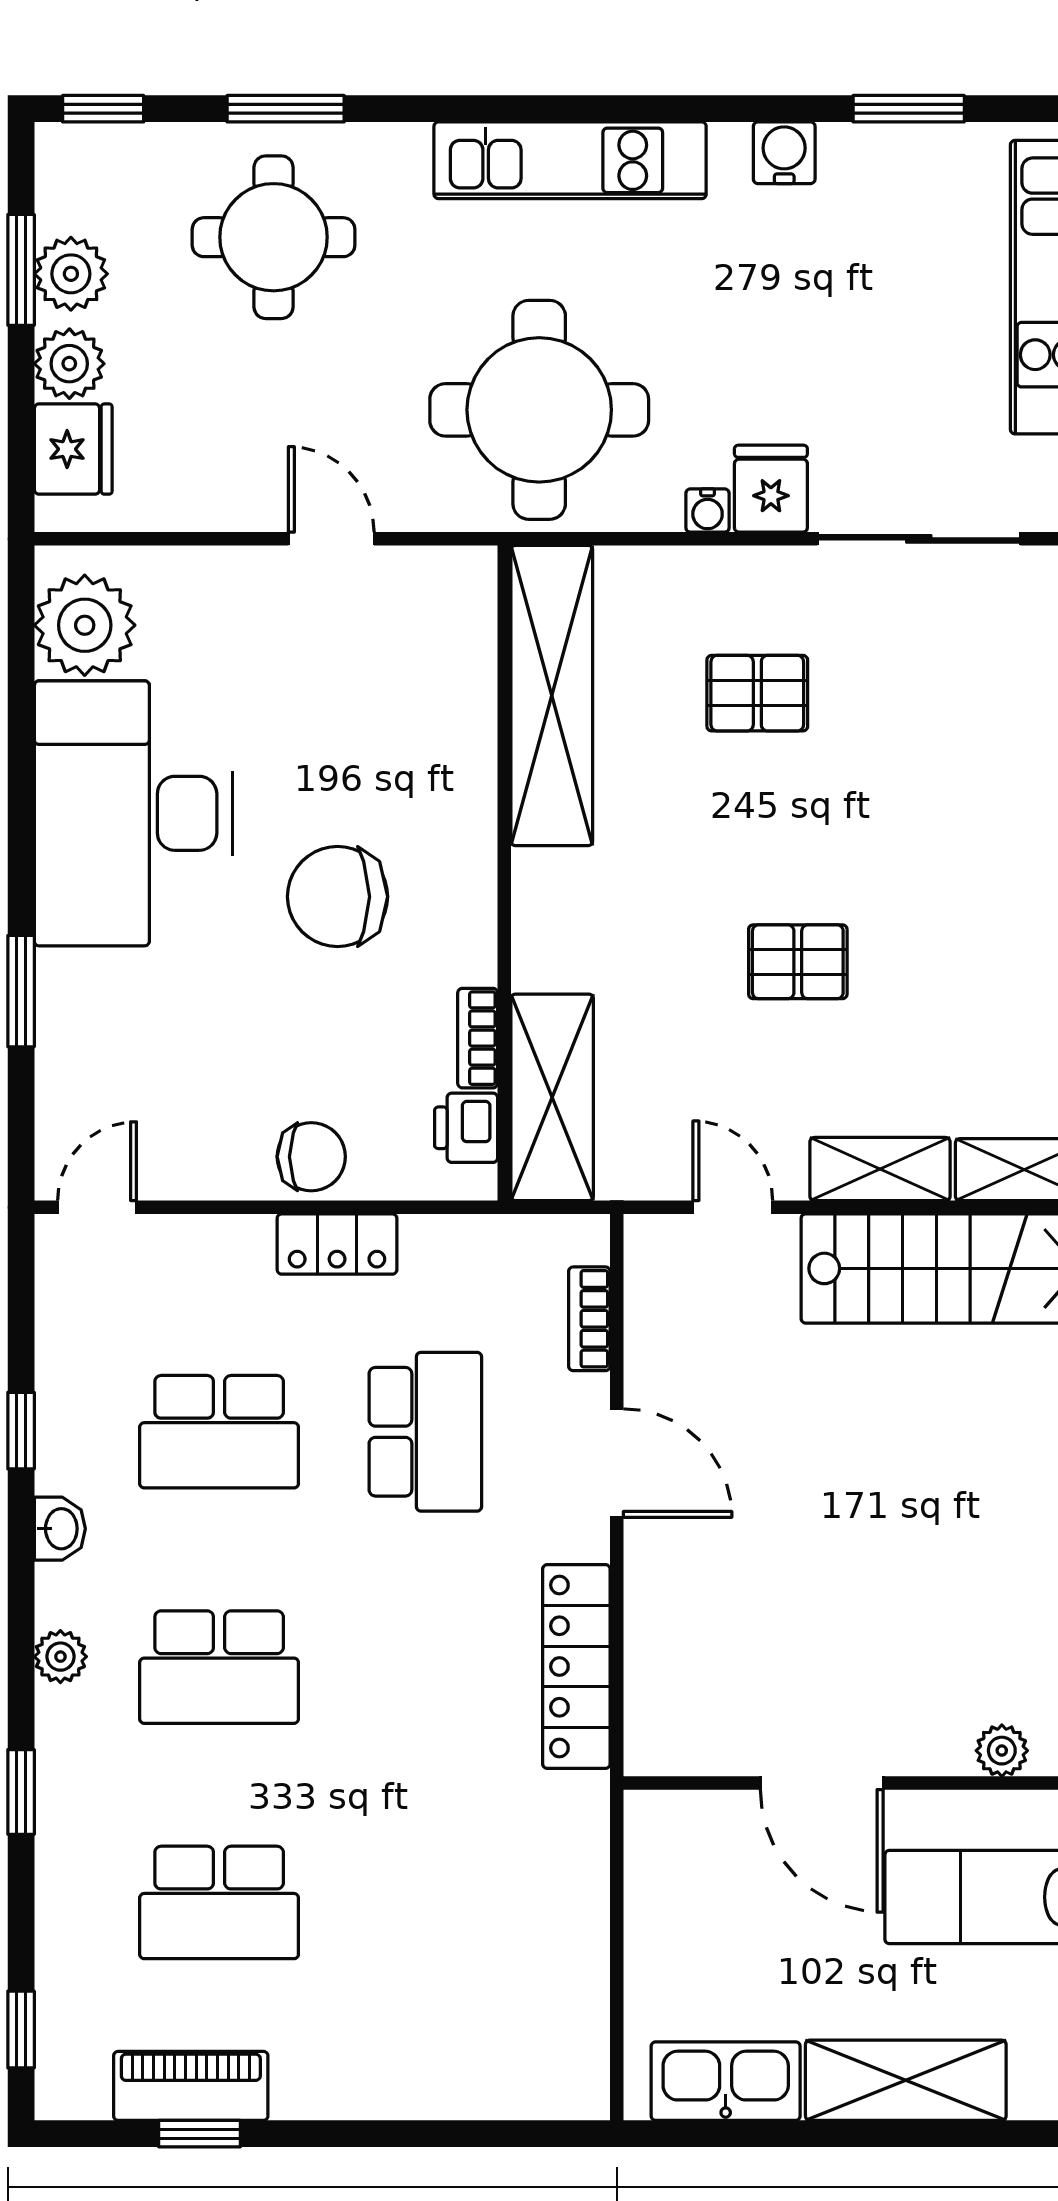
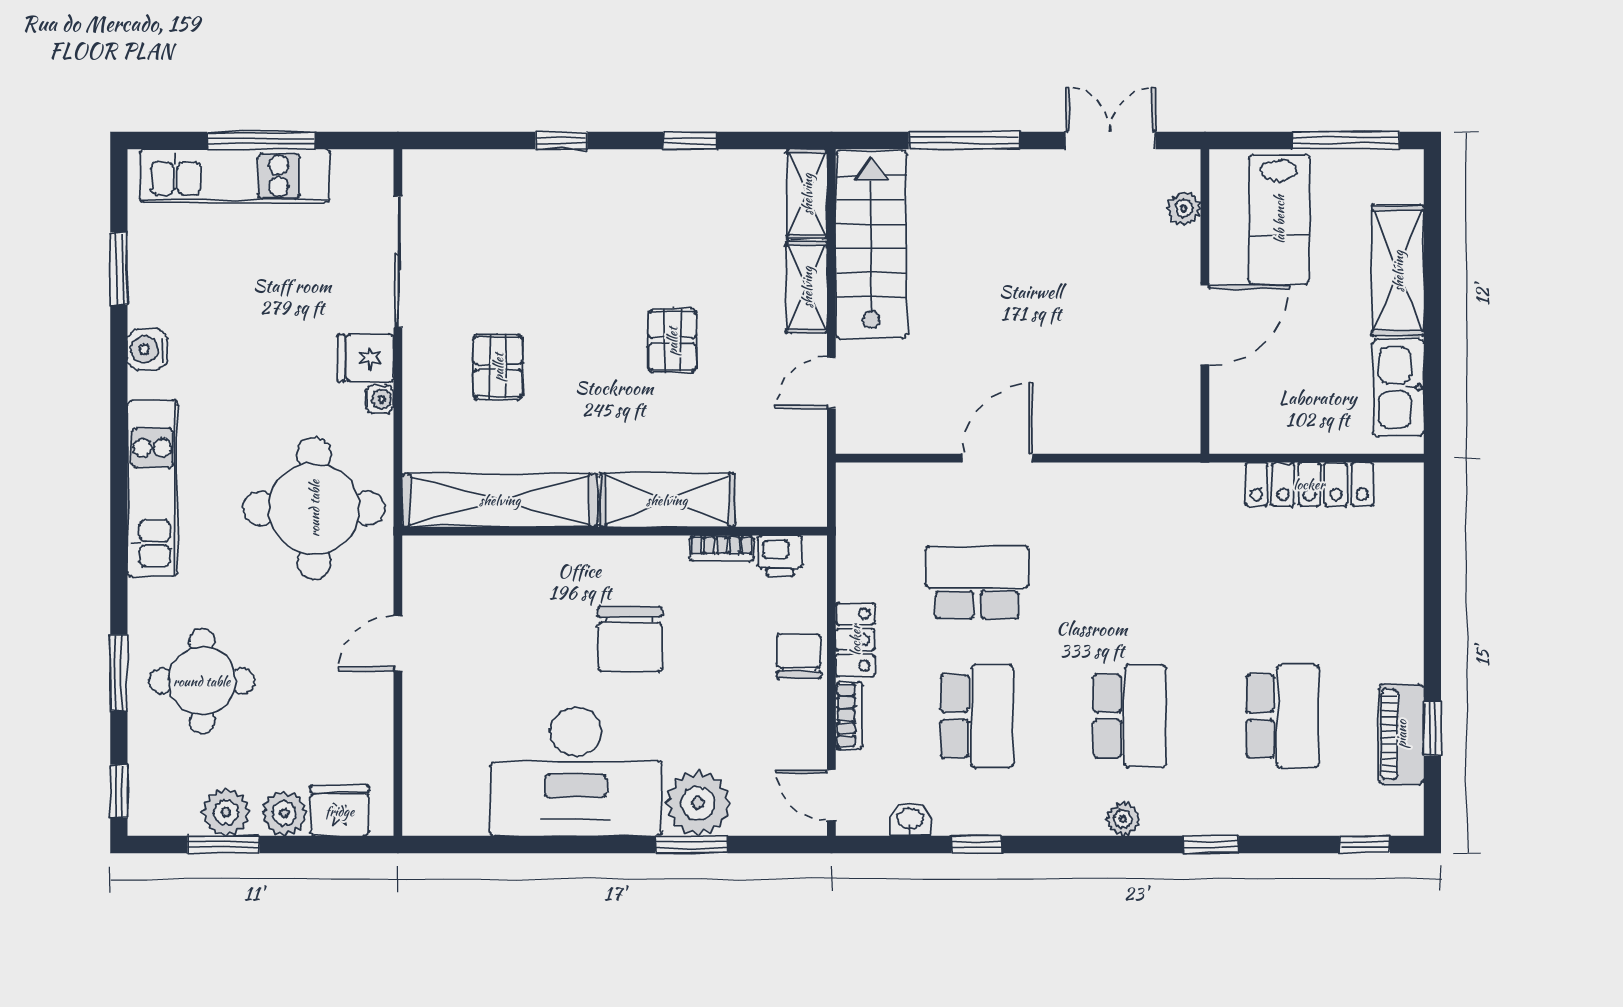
plant: (85, 625) -> (698, 803), moved
shelving: (552, 1097) -> (667, 500), moved
bookcase: (589, 1319) -> (849, 715), moved, turned -90
washbasin: (60, 1529) -> (910, 819), moved
locker: (576, 1667) -> (1309, 484), moved

